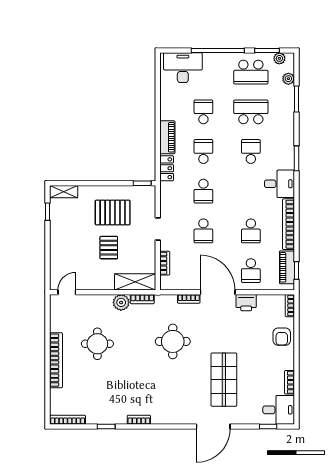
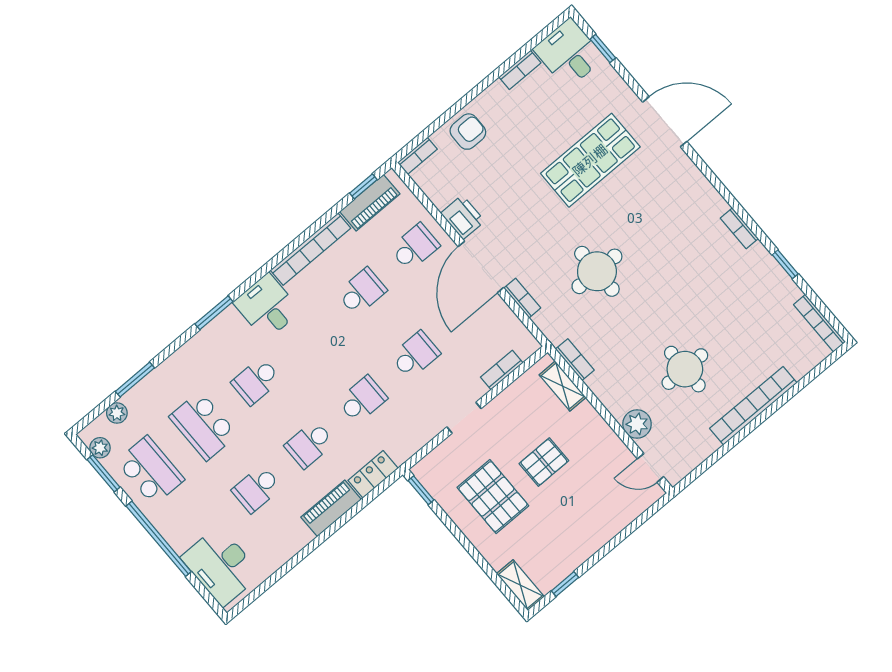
shelving: (135, 282) -> (563, 386), width x0.67, depth x0.75
plant: (121, 302) -> (637, 424), moved

